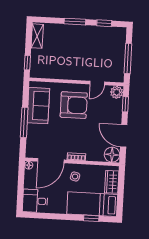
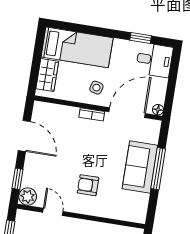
door: (97, 83) -> (53, 212), hinge flipped
armchair: (74, 105) -> (88, 185), width x0.53, depth x0.53
sofa: (38, 106) -> (140, 167), moved
floor lamp: (112, 155) -> (43, 112), removed
window: (91, 218) -> (141, 38), moved

